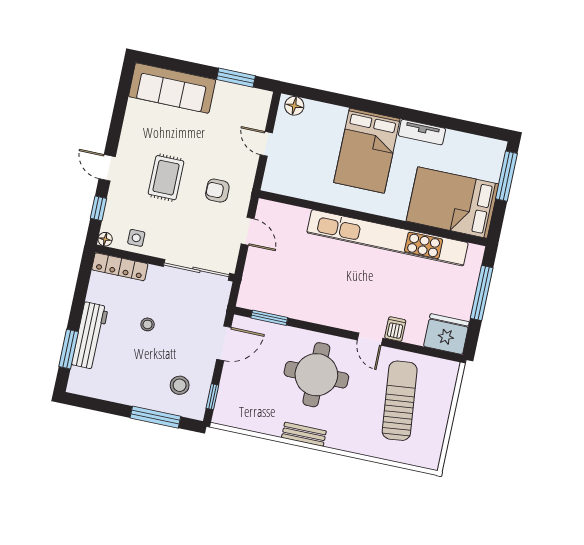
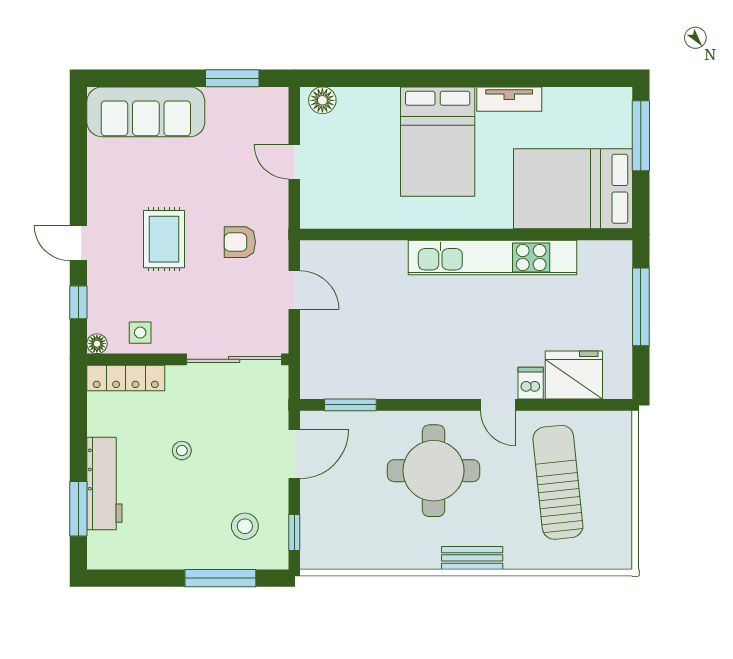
kitchen unit: (388, 238) -> (492, 258), width x0.73
fridge: (446, 334) -> (574, 375), moved
bench: (304, 434) -> (472, 558), moved

